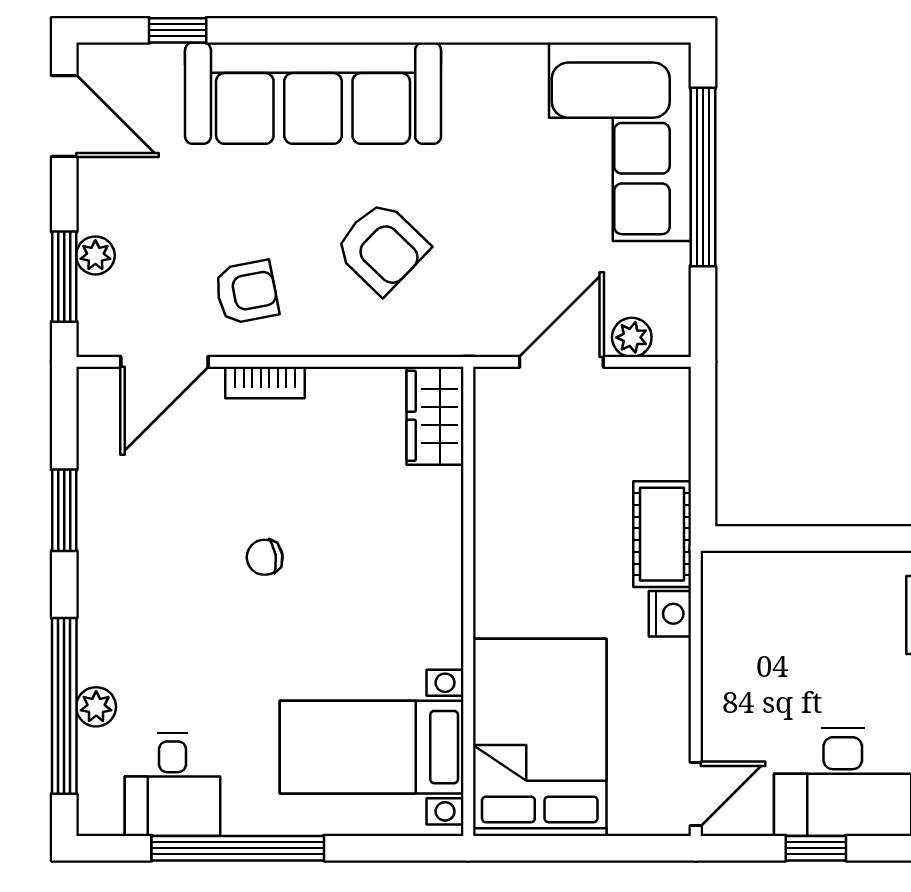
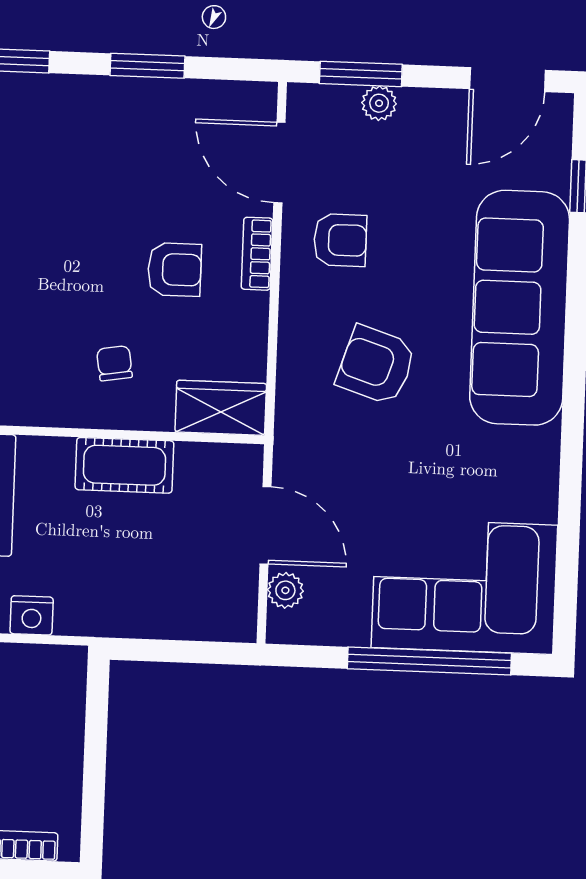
armchair: (382, 248) -> (376, 365), turned 64
armchair: (247, 292) -> (340, 240), turned -79
armchair: (286, 472) -> (174, 270), added
cot: (662, 534) -> (124, 465), moved
chair: (265, 557) -> (114, 363), moved

